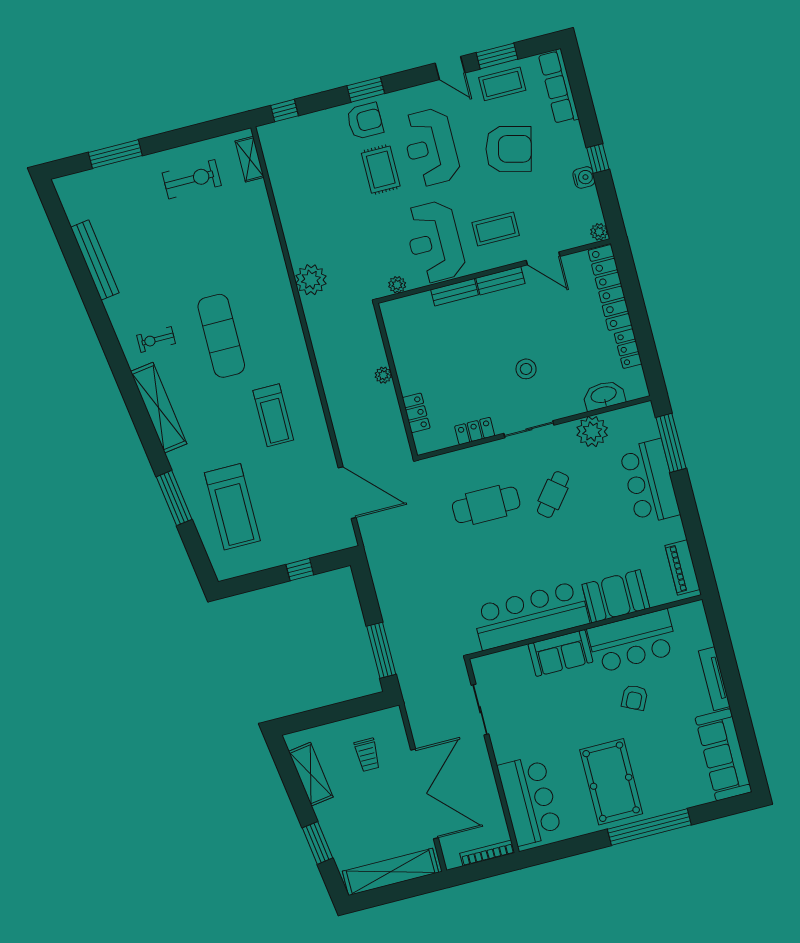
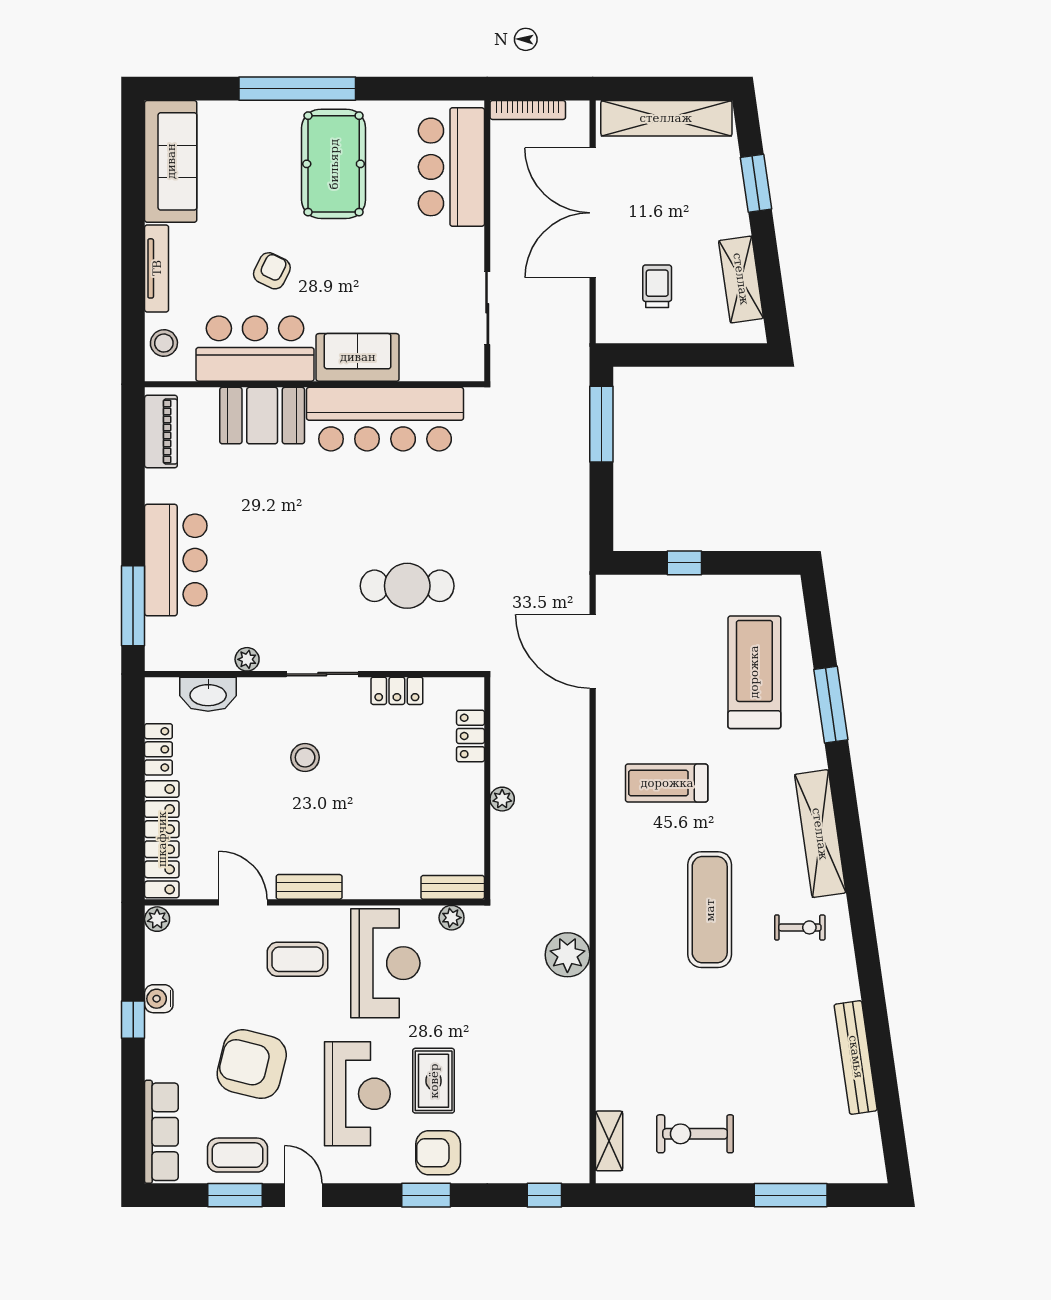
bench: (454, 292) -> (453, 887), moved
treadmill: (273, 415) -> (667, 783), turned -90
plant: (592, 431) -> (247, 659), width x0.53, depth x0.53
cafe table: (553, 494) -> (312, 577), removed
stool: (696, 629) -> (164, 343), added

